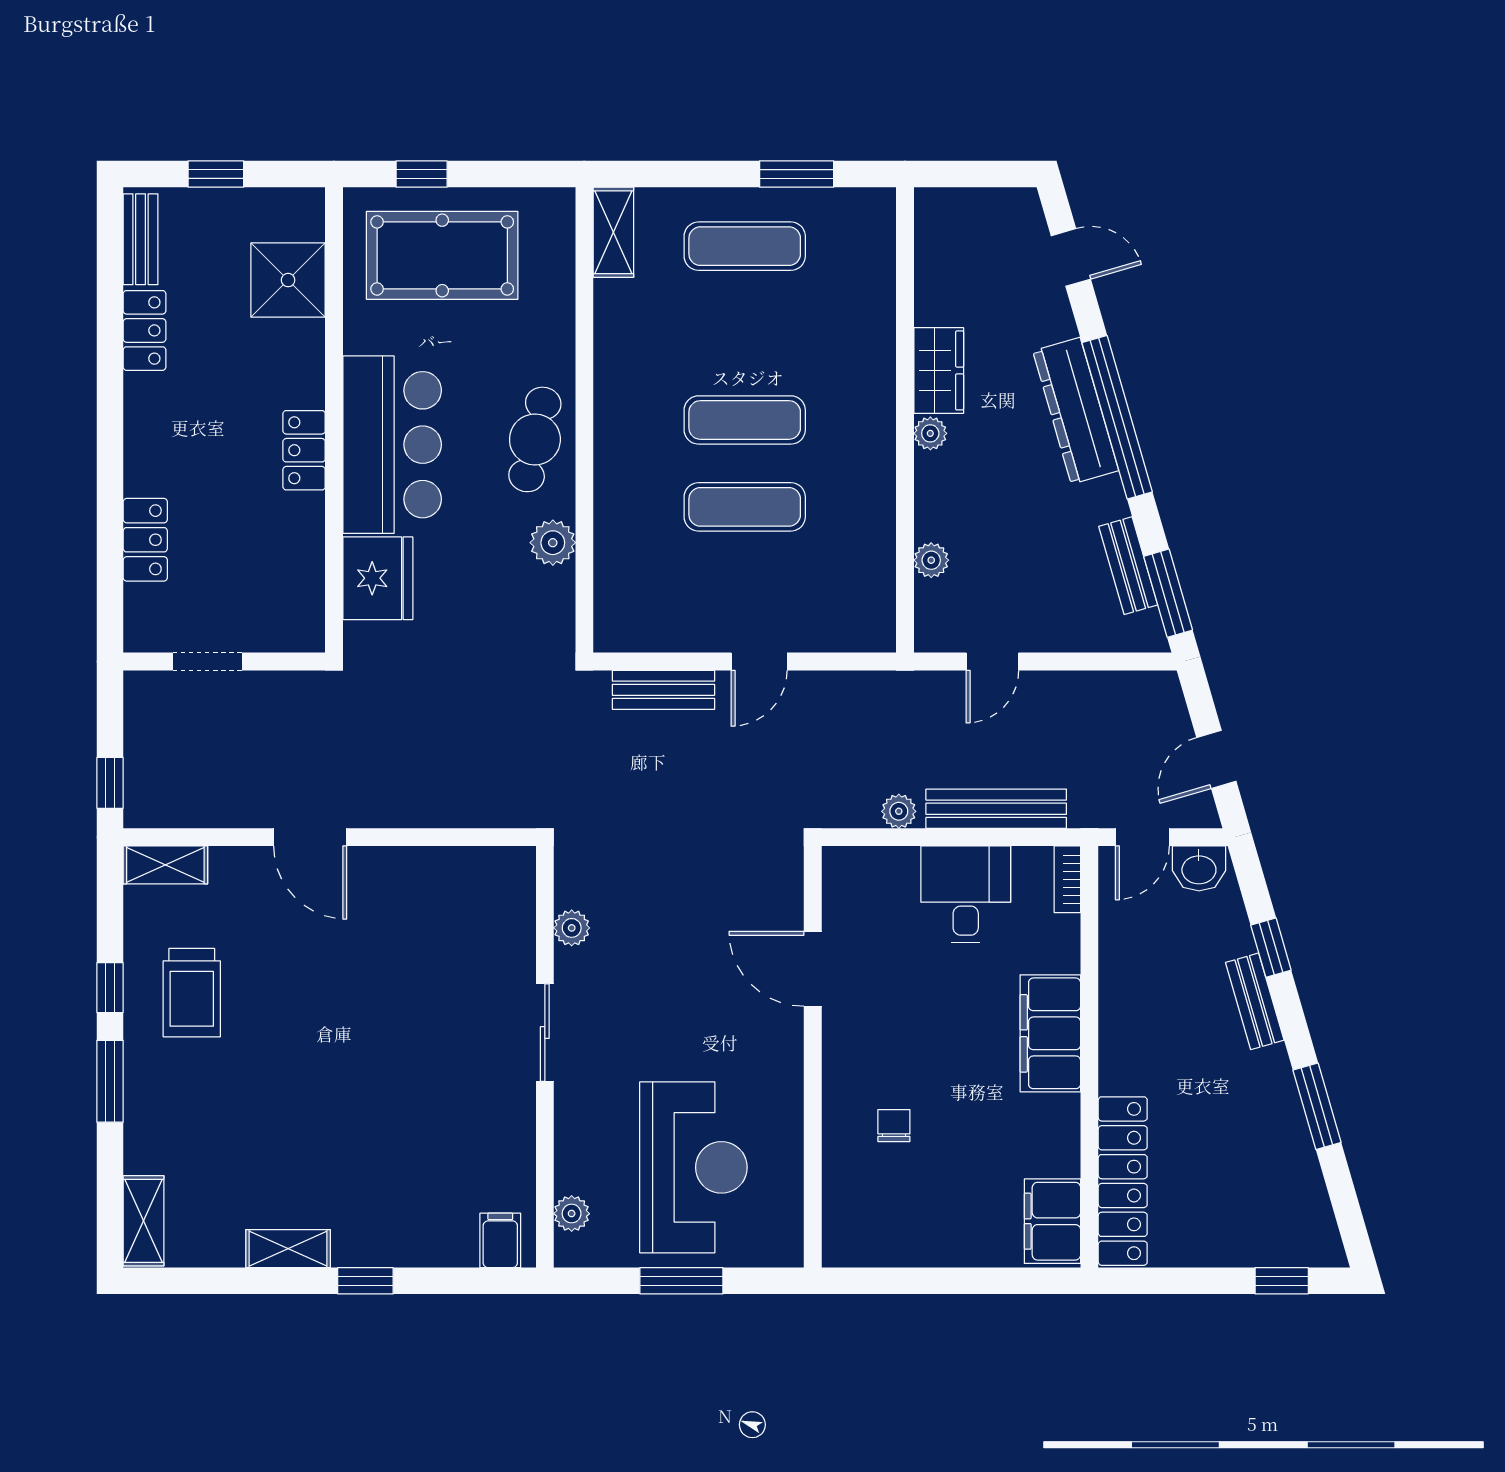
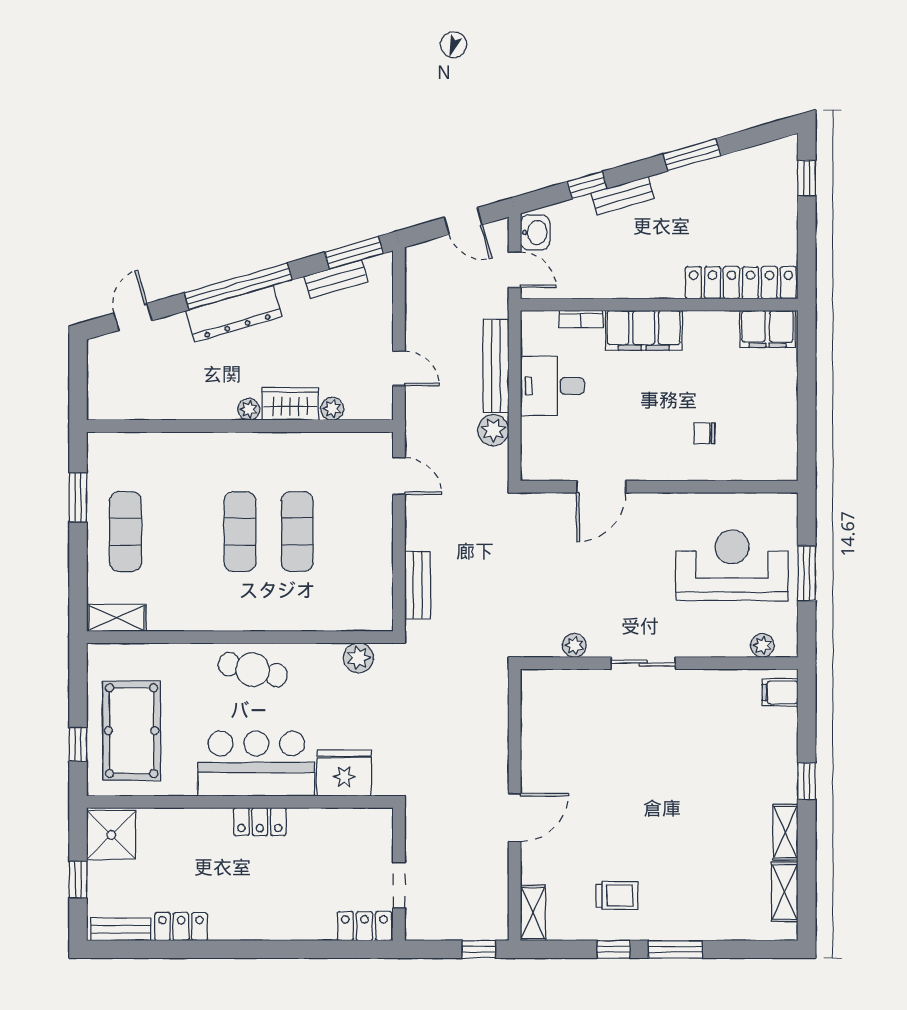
shower: (288, 280) -> (111, 835), moved
wardrobe: (939, 370) -> (290, 404), moved
locker: (145, 540) -> (364, 926), moved
plant: (553, 543) -> (358, 658), moved
door: (759, 662) -> (399, 476), moved
plant: (899, 811) -> (493, 430), width x1.38, depth x1.38
bookcase: (1067, 879) -> (581, 319), moved
trolley: (192, 993) -> (617, 896), width x0.73, depth x0.72
shelving: (143, 1221) -> (785, 892), moved, turned 90

